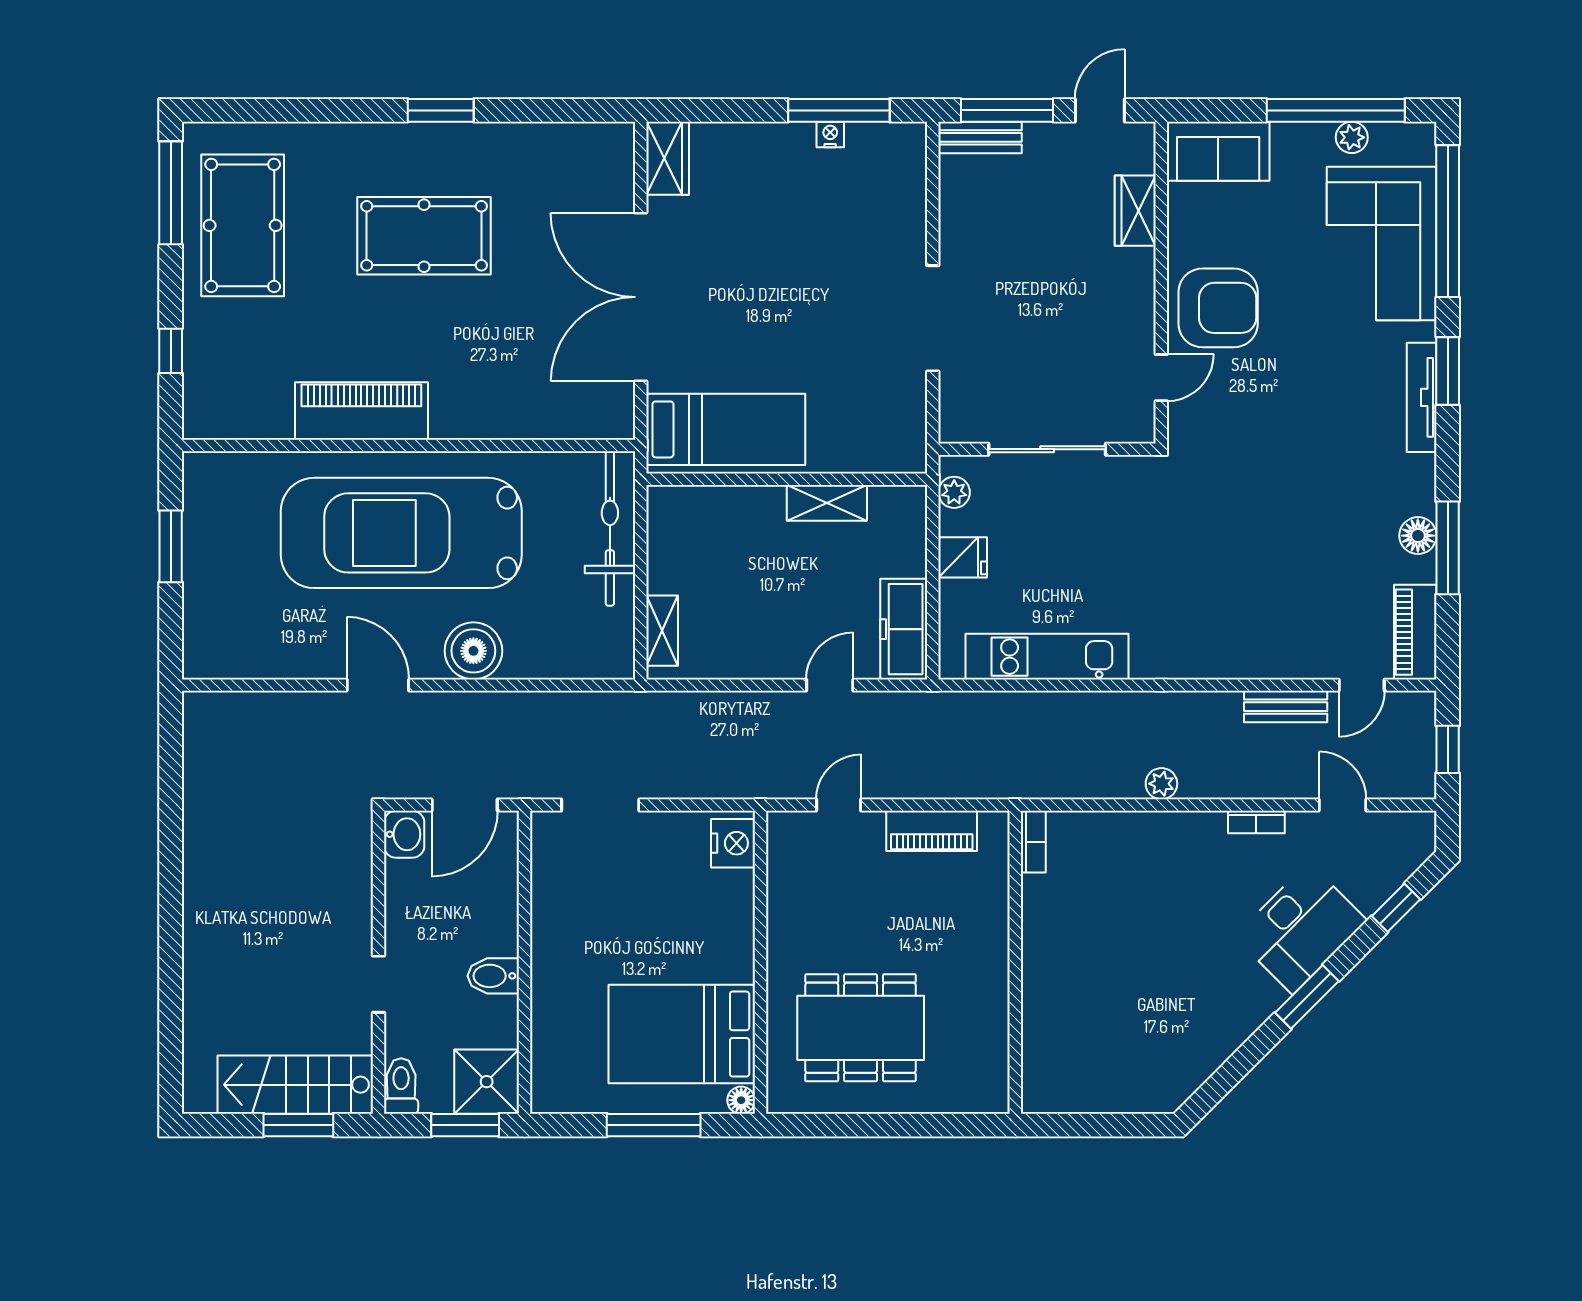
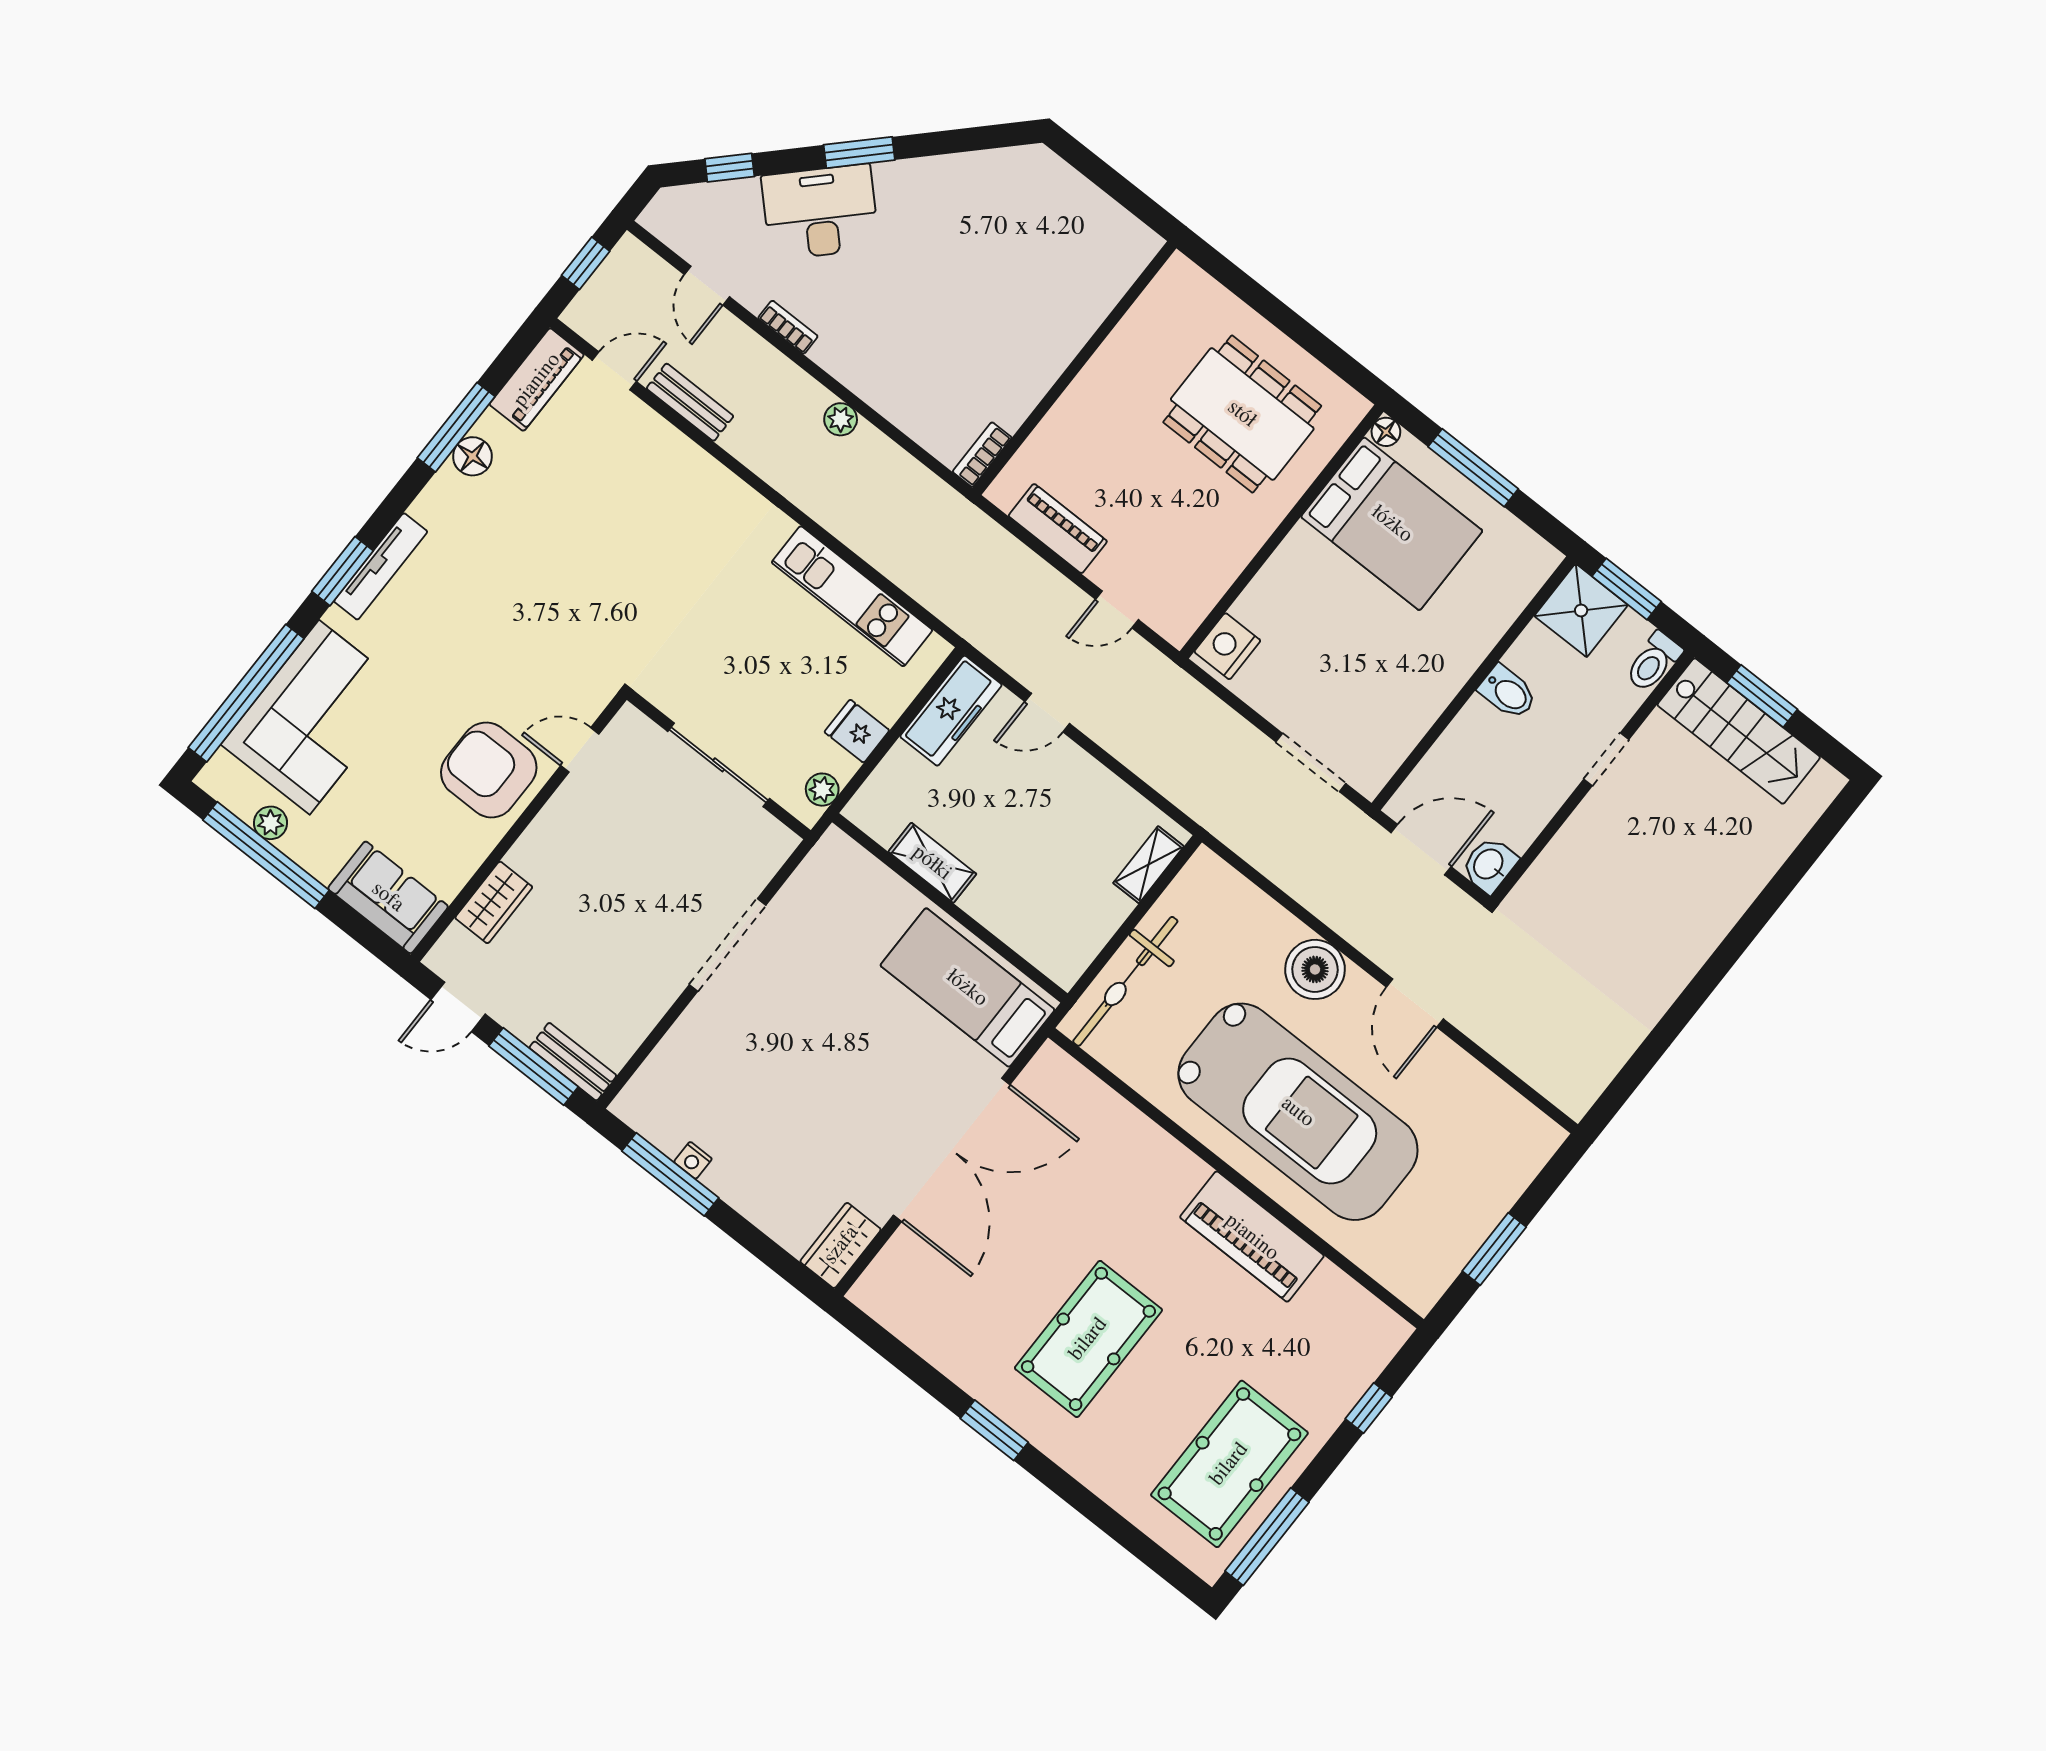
pool table: (424, 236) -> (1088, 1339), turned 90

